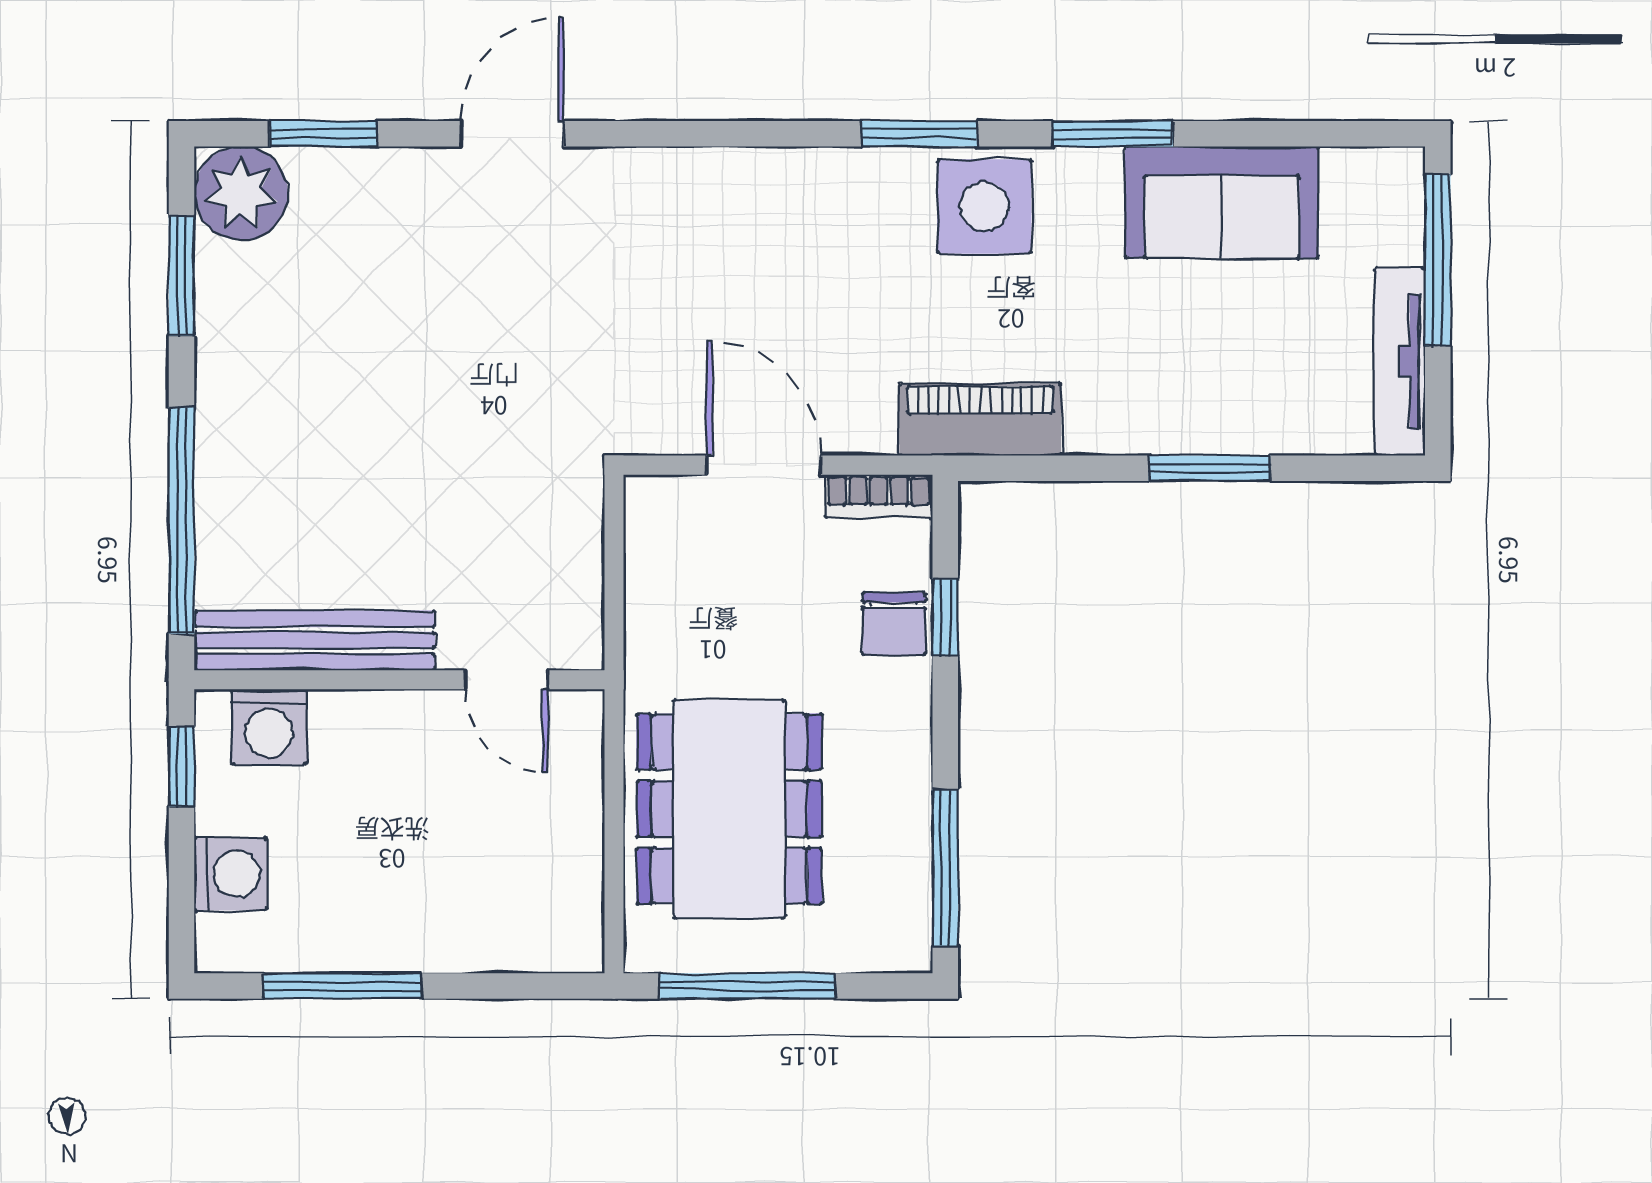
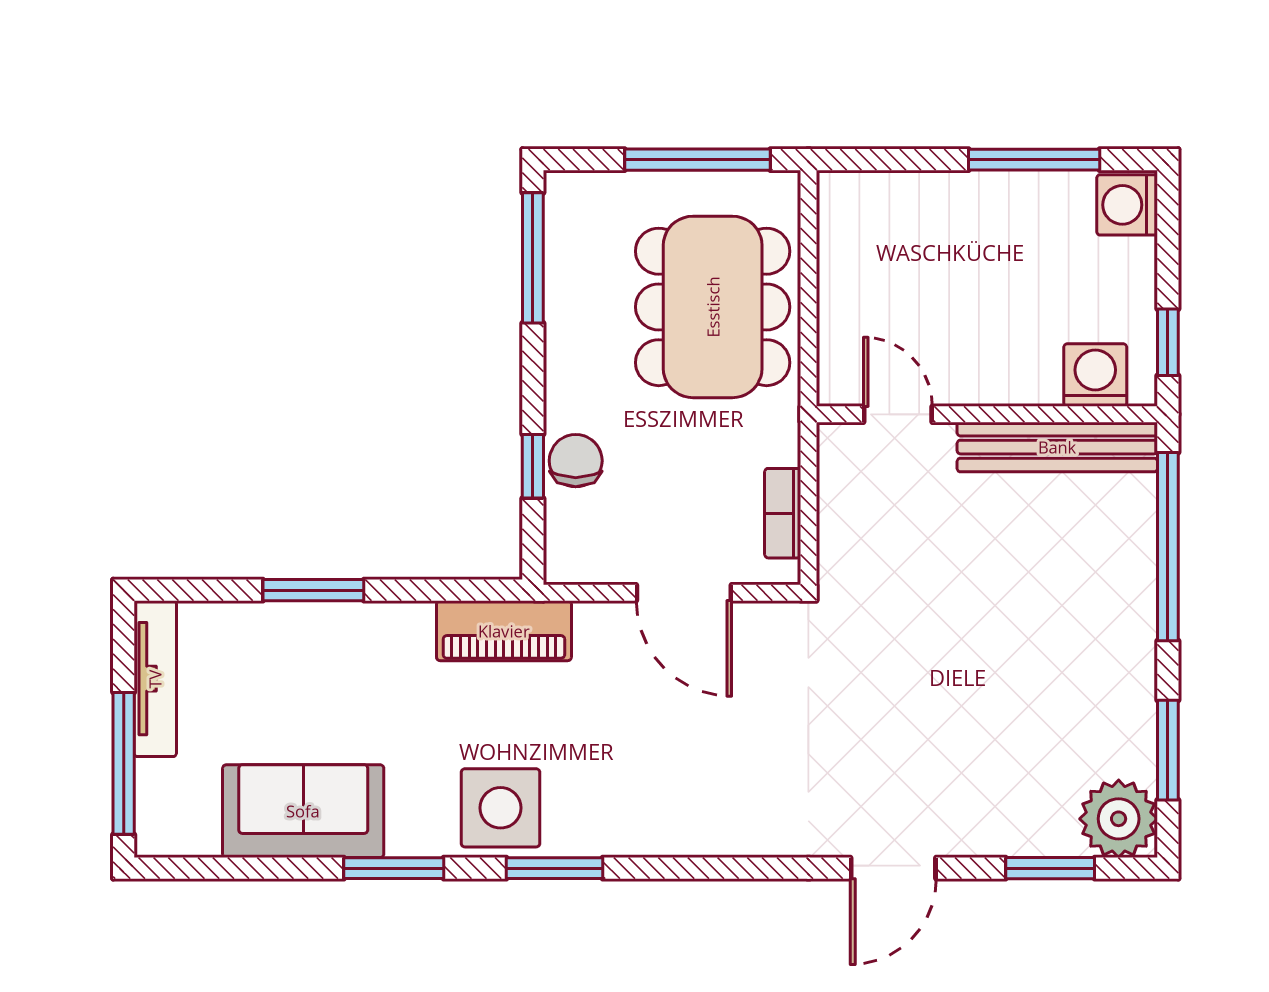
bookcase: (879, 496) -> (783, 513), moved, turned -90
washing machine: (231, 874) -> (1127, 205), moved

